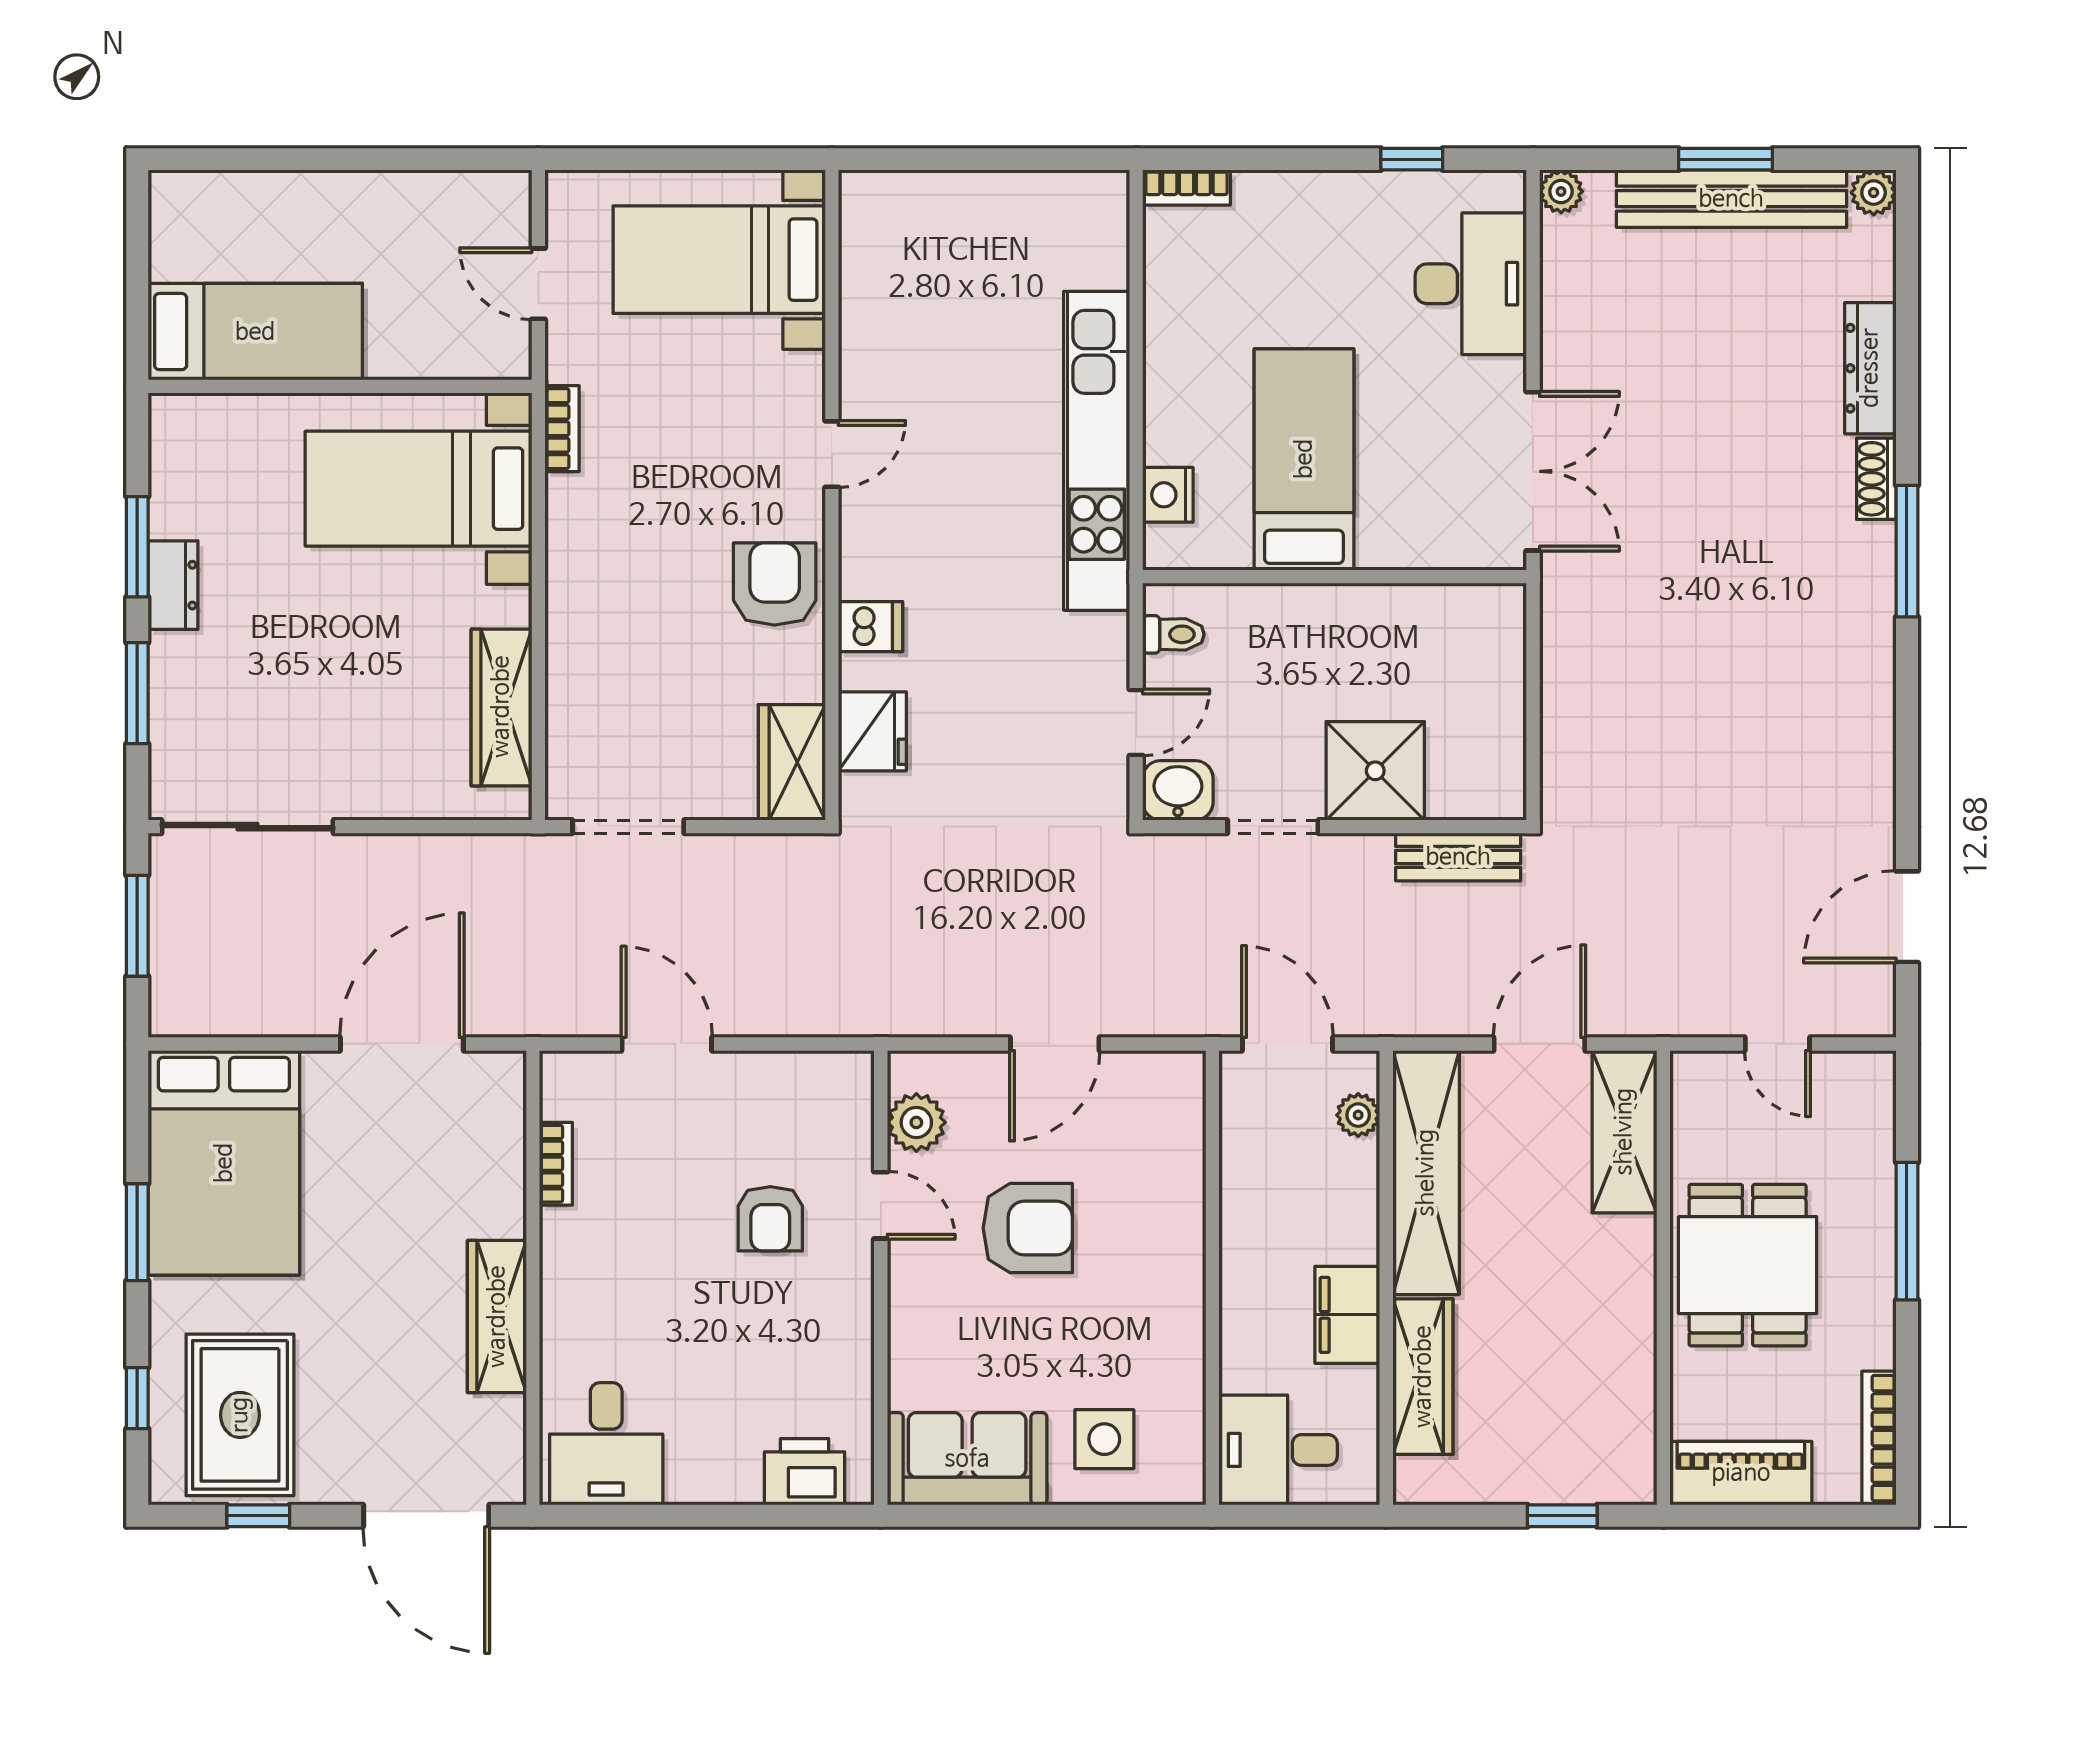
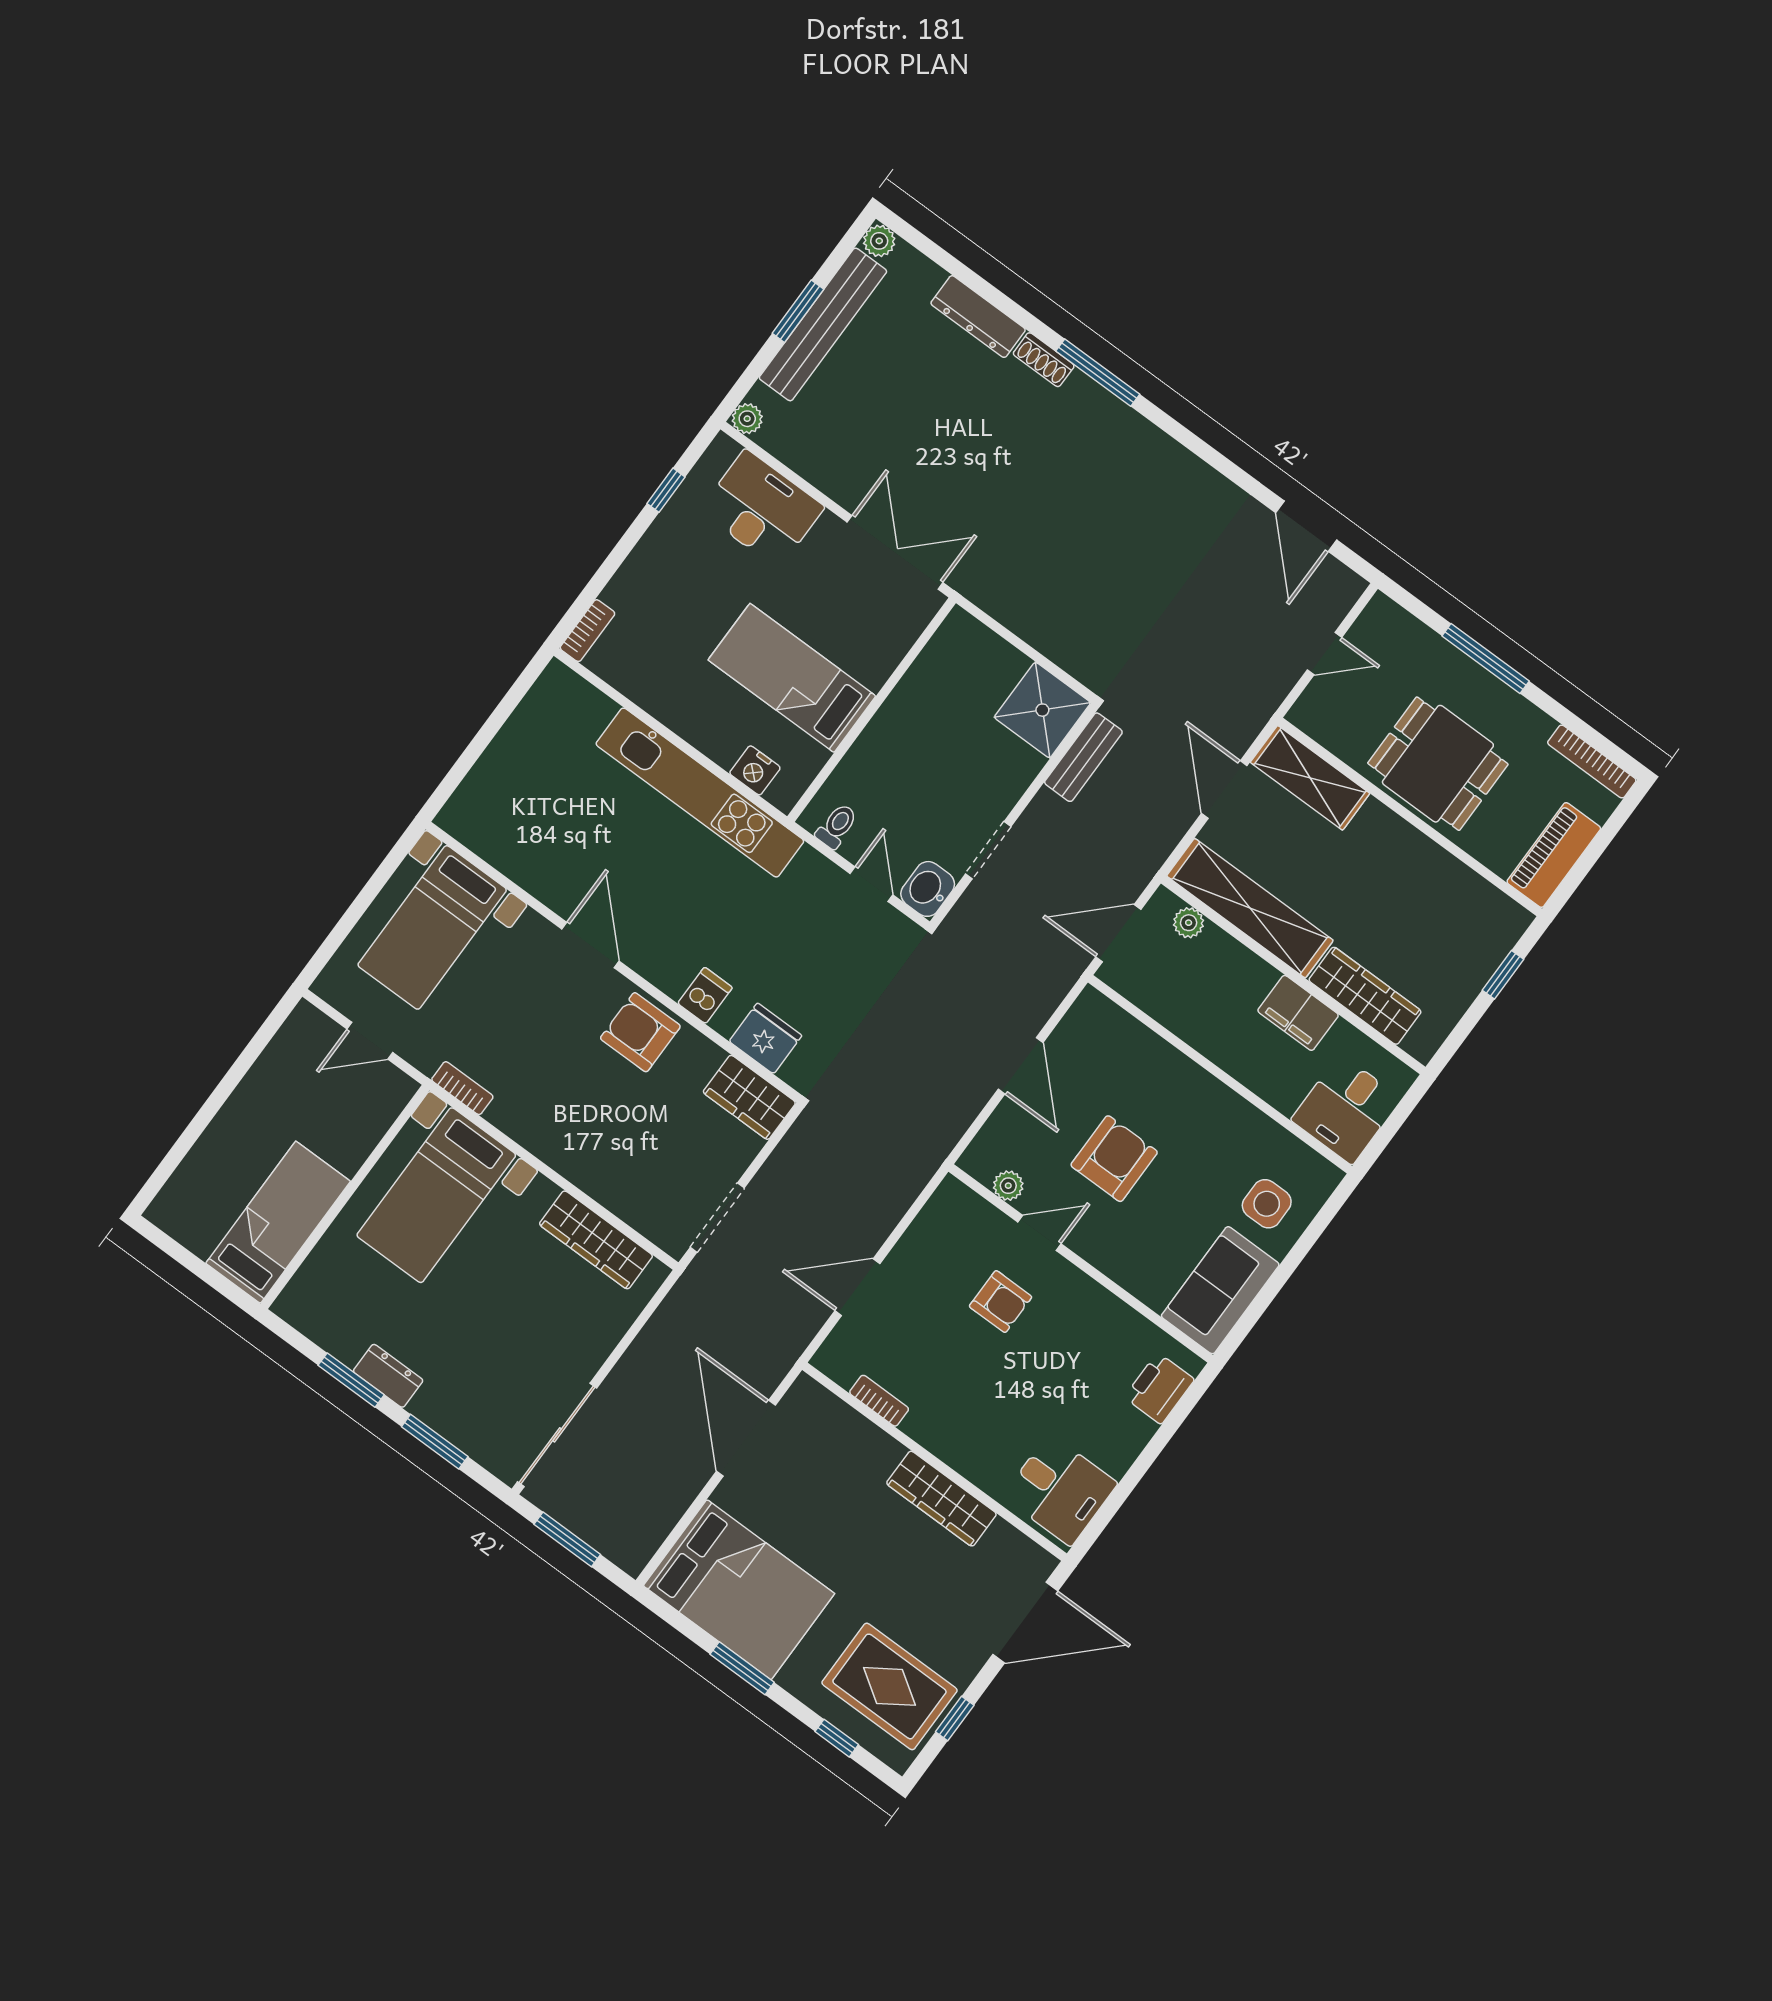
door: (832, 454) -> (590, 945), width x1.37
shower: (1375, 771) -> (1042, 710), moved
plant: (916, 1122) -> (1008, 1186), width x0.73, depth x0.73

